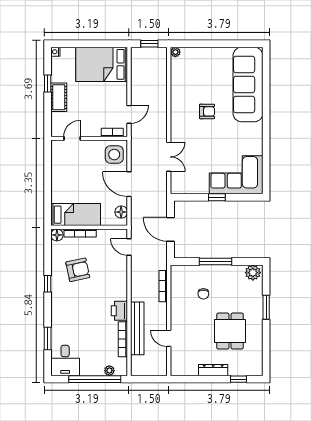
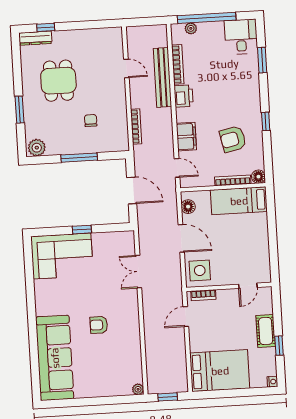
filing cabinet: (119, 275) -> (186, 137), added
dresser: (213, 370) -> (35, 38), moved

